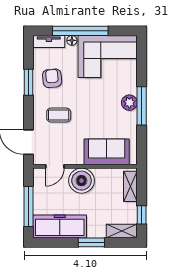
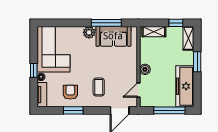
window: (80, 31) -> (34, 70), width x0.32
armchair: (52, 78) -> (70, 92), turned 95
window: (142, 106) -> (106, 23), moved
sofa: (107, 152) -> (113, 36), moved, turned -90
door: (55, 166) -> (138, 90), swing flipped
boiler: (81, 181) -> (145, 69), width x0.54, depth x0.54

